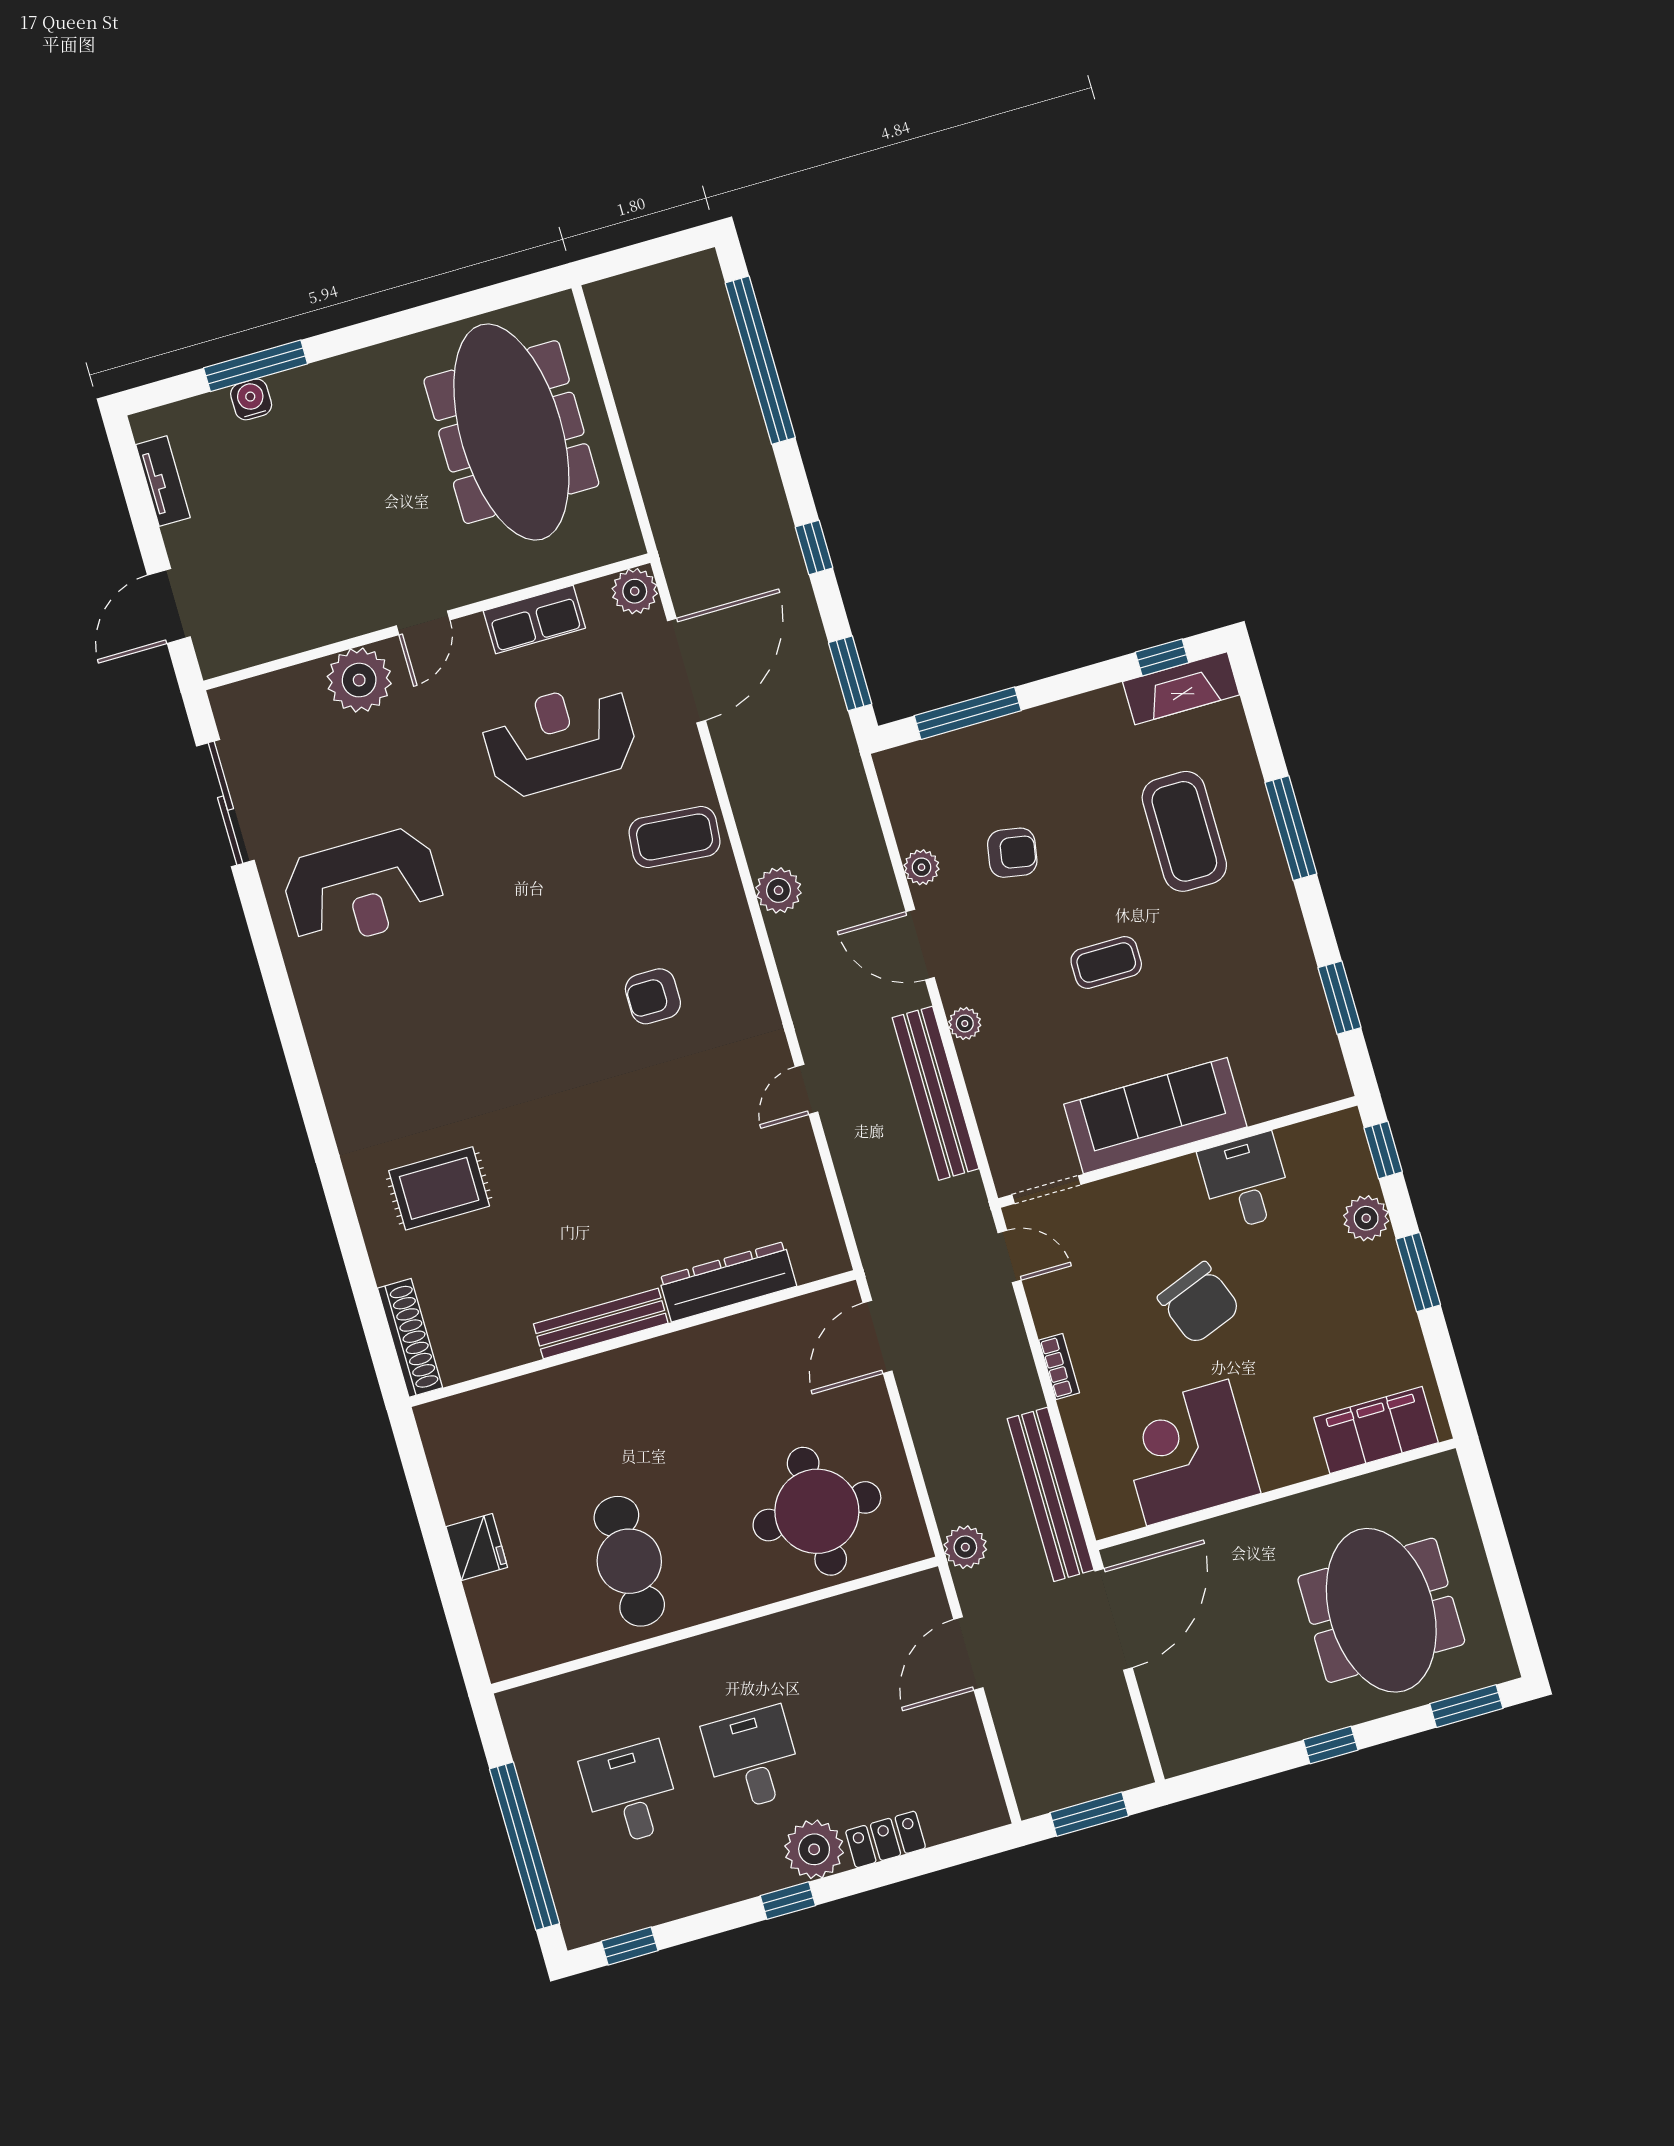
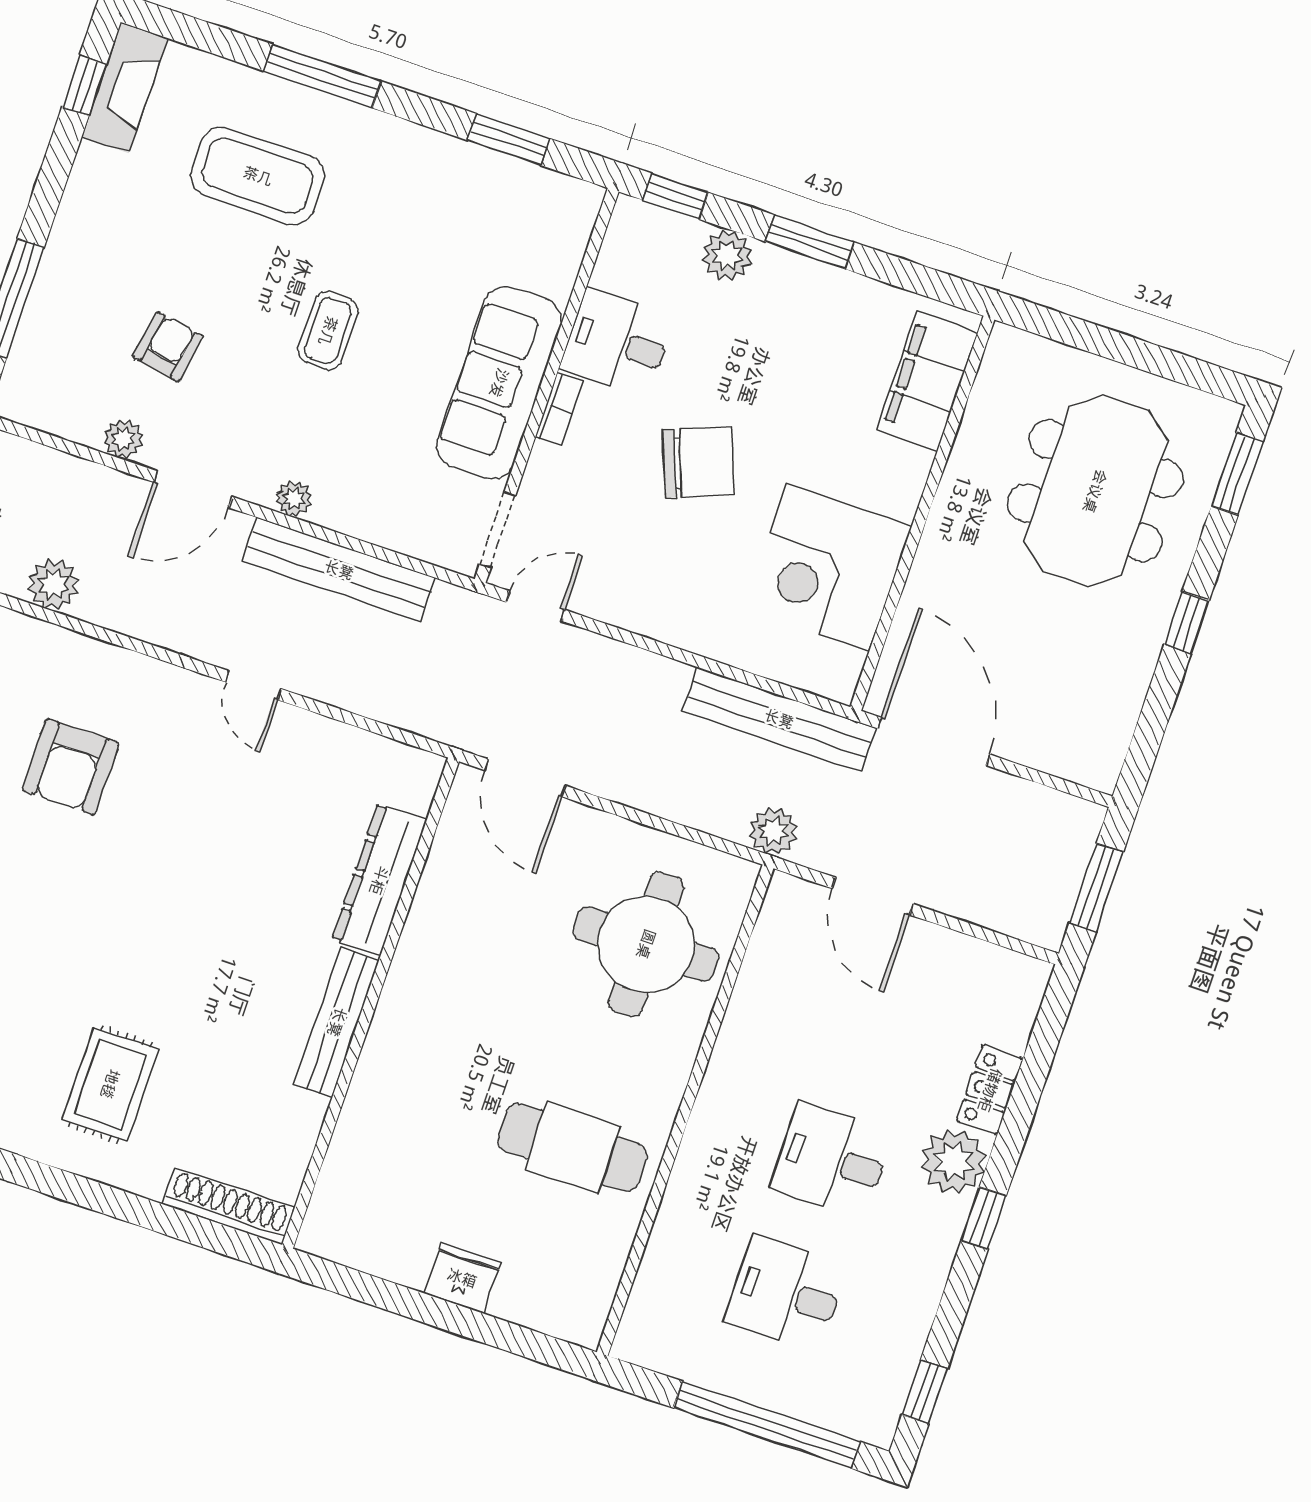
armchair: (653, 996) -> (71, 767), width x1.38, depth x1.38
bookcase: (1059, 1367) -> (559, 409), moved, turned 90
meeting table: (1381, 1610) -> (1095, 491), turned 90

